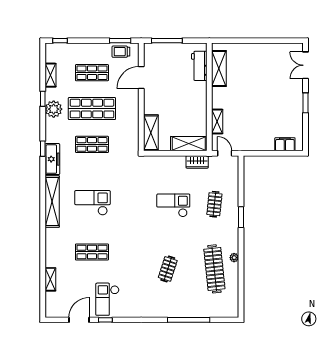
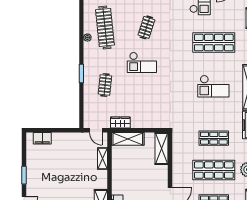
checkout: (173, 205) -> (142, 63), moved
shop shelf: (92, 252) -> (214, 43), width x1.43, depth x1.36

